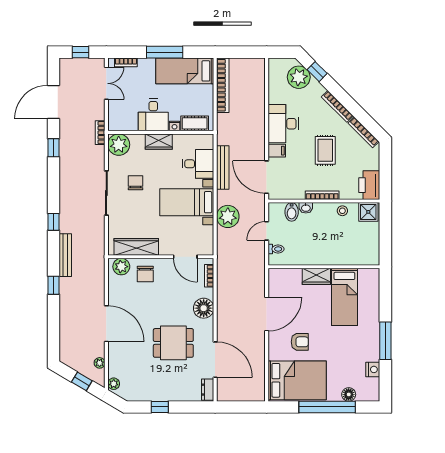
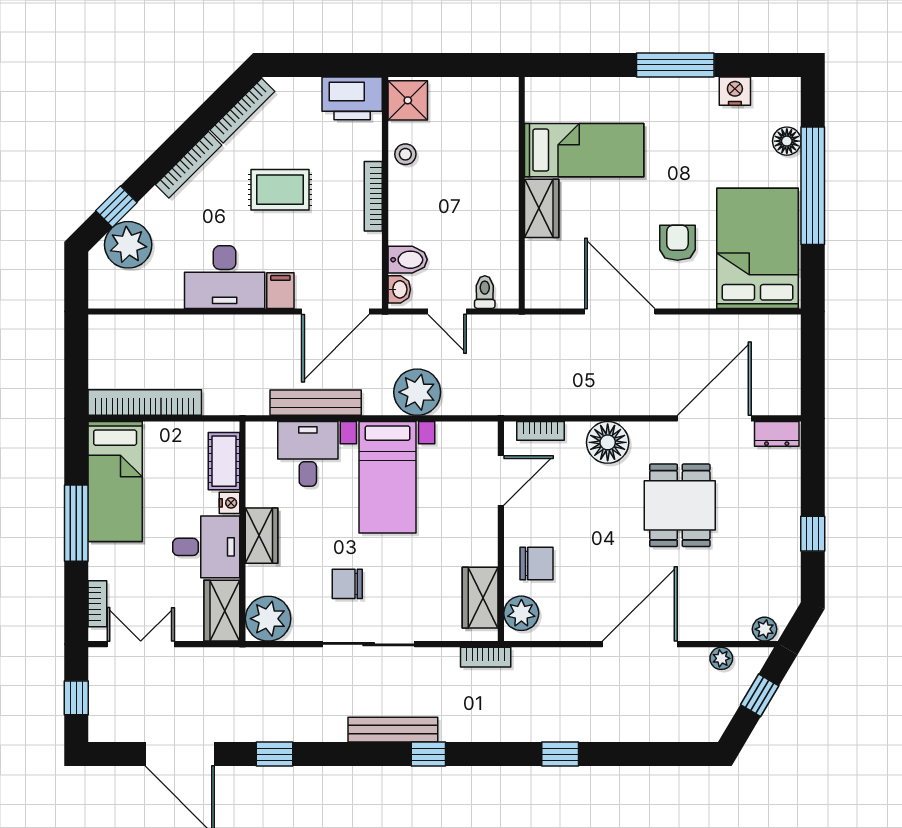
wardrobe: (123, 122) -> (222, 611), added
bookcase: (100, 133) -> (486, 657), moved
washbasin: (306, 208) -> (399, 289), moved
wardrobe: (136, 247) -> (480, 598), width x0.67
bench: (65, 255) -> (393, 730), moved

